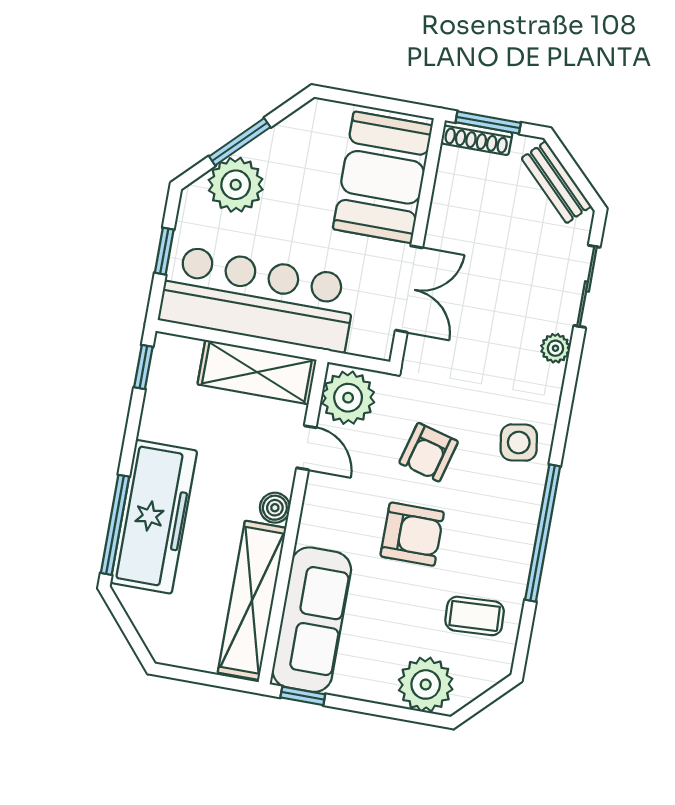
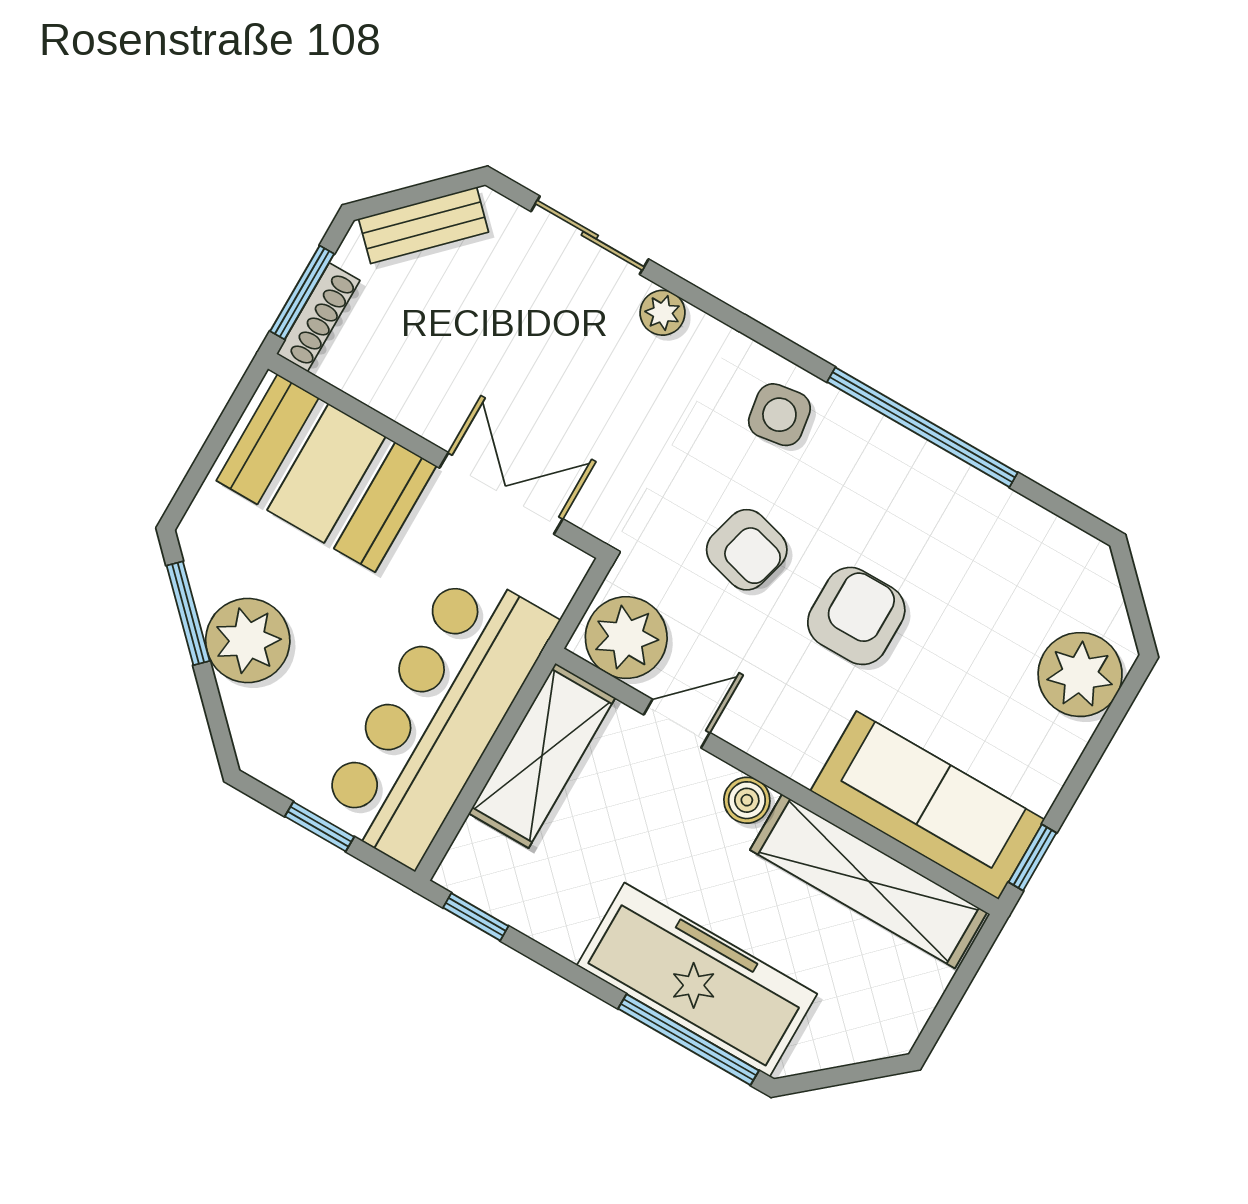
window: (240, 142) -> (188, 613), moved
plant: (236, 185) -> (248, 640), moved
coffee table: (475, 616) -> (1007, 568), removed

